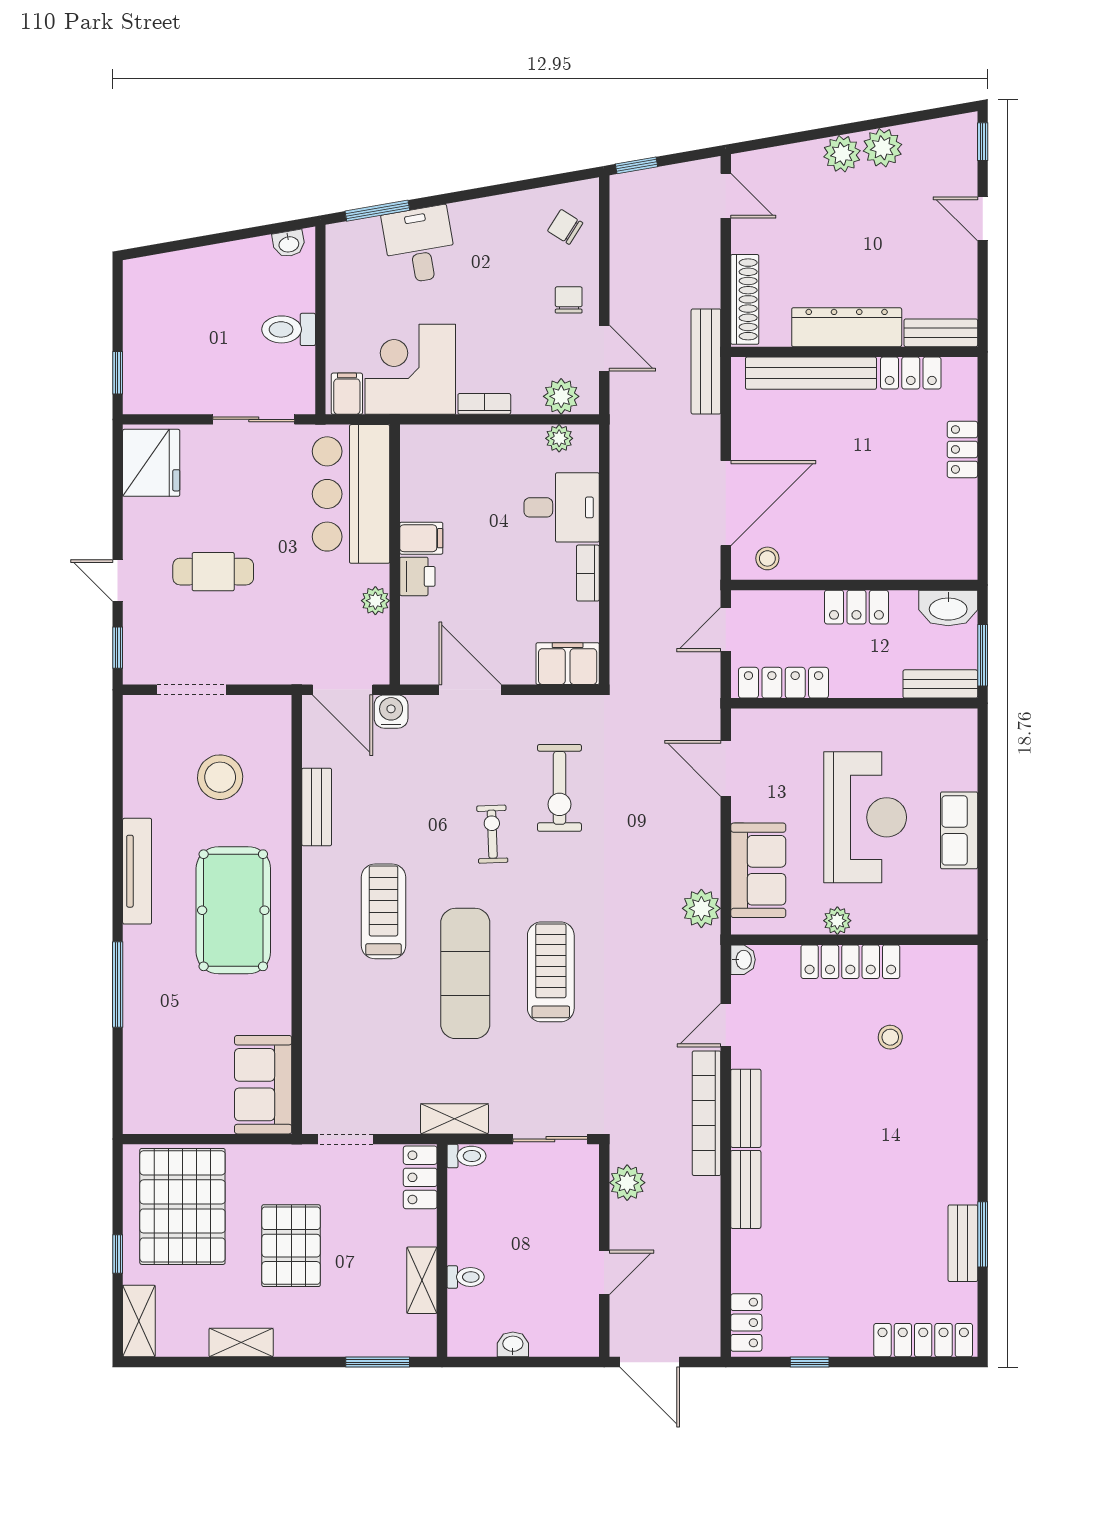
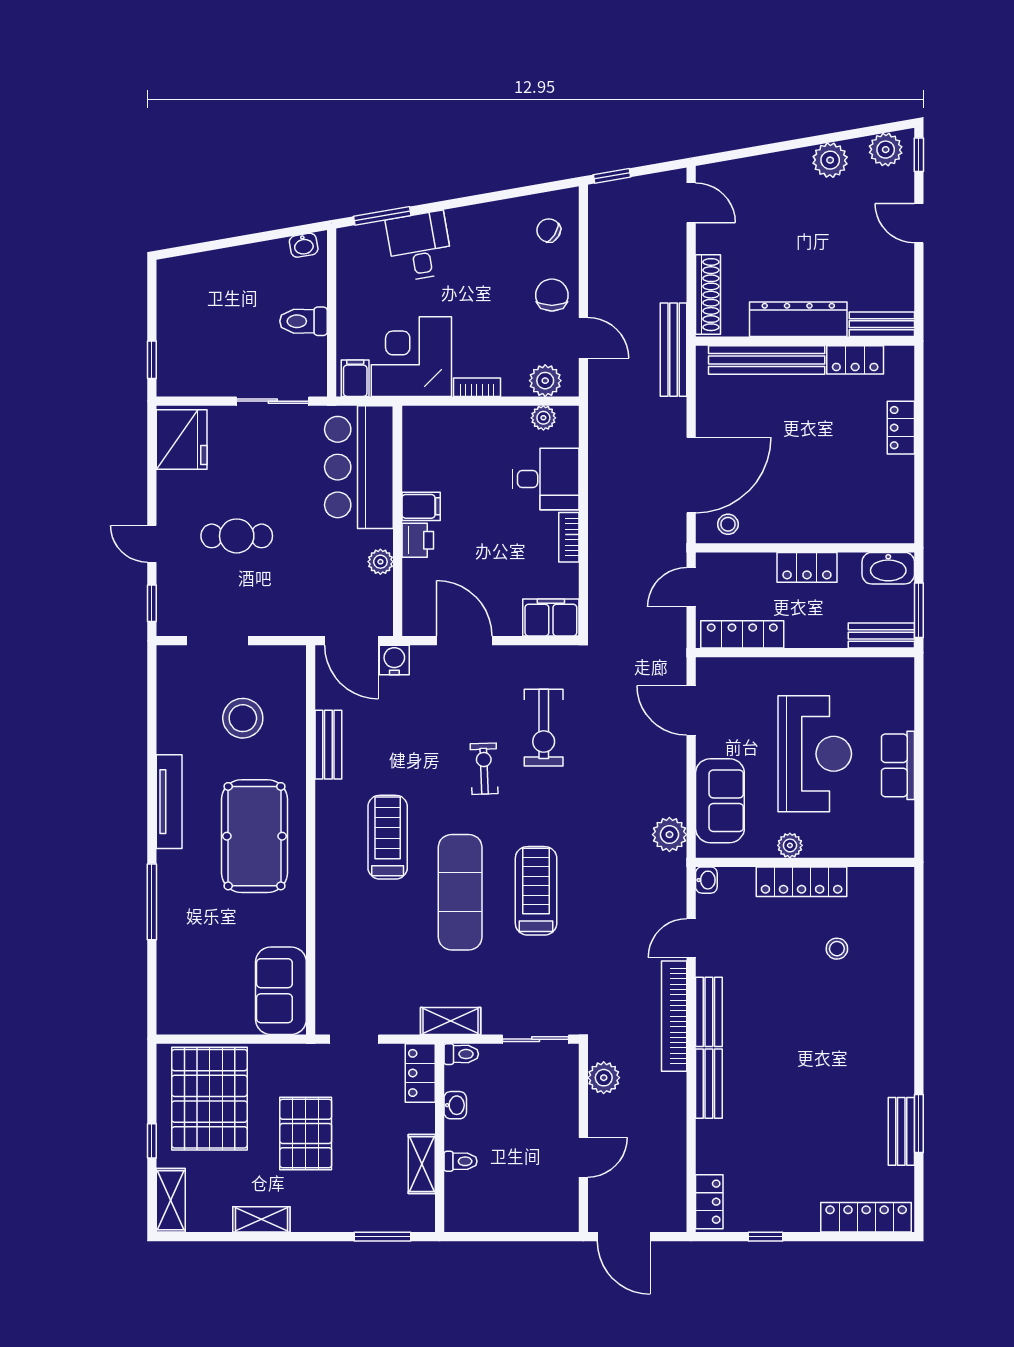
plant: (842, 154) -> (886, 150), moved
chair: (569, 300) -> (552, 295), width x1.37, depth x1.37
washbasin: (513, 1344) -> (455, 1105), moved, turned 90

